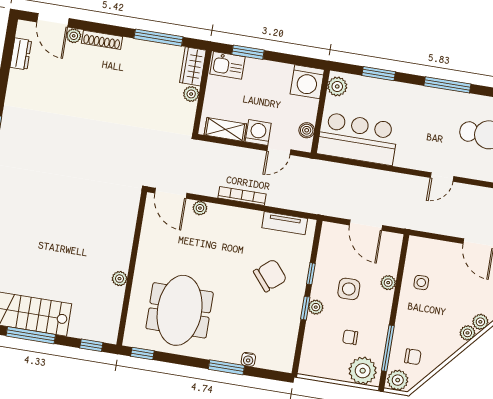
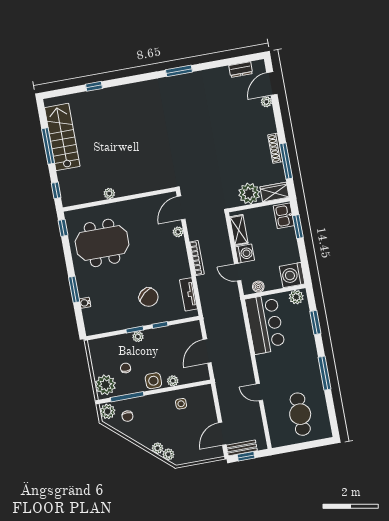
shoe rack: (102, 40) -> (275, 148), moved
plant: (191, 94) -> (249, 194), width x1.87, depth x1.87
side table: (349, 289) -> (153, 381), moved

